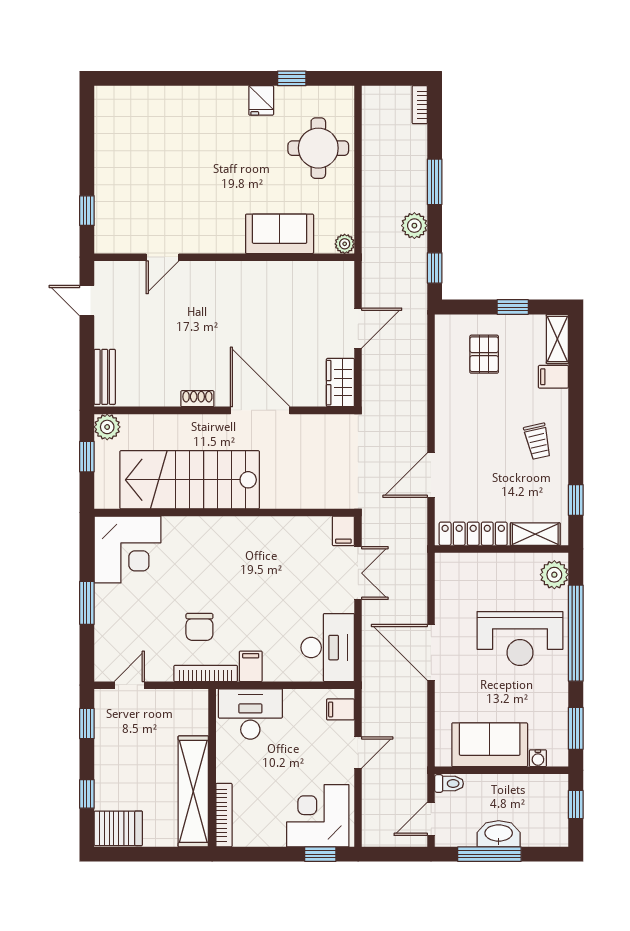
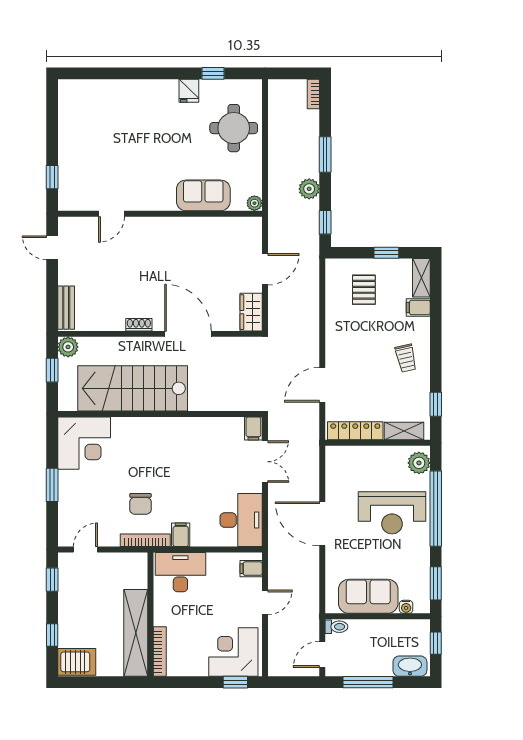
washbasin: (499, 834) -> (410, 666), moved

